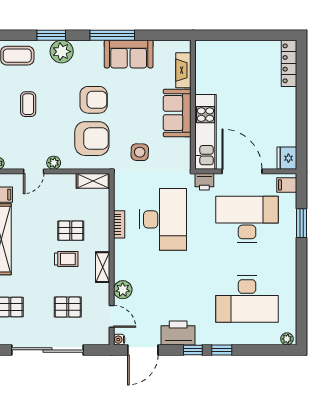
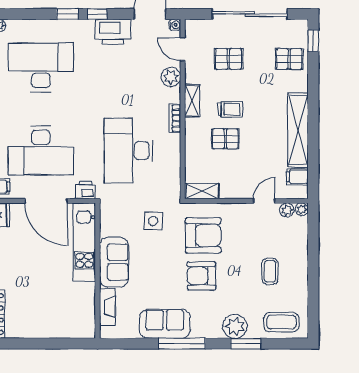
armchair: (92, 139) -> (203, 235), turned 180
plant: (54, 163) -> (287, 210), moved
bookcase: (119, 224) -> (175, 118), moved
trolley: (66, 259) -> (230, 109), turned 180

